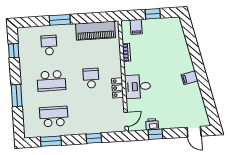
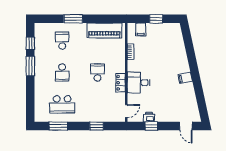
school desk: (51, 81) -> (62, 72), width x0.54
window: (17, 96) -> (30, 66), moved
school desk: (54, 116) -> (62, 104), turned 180

